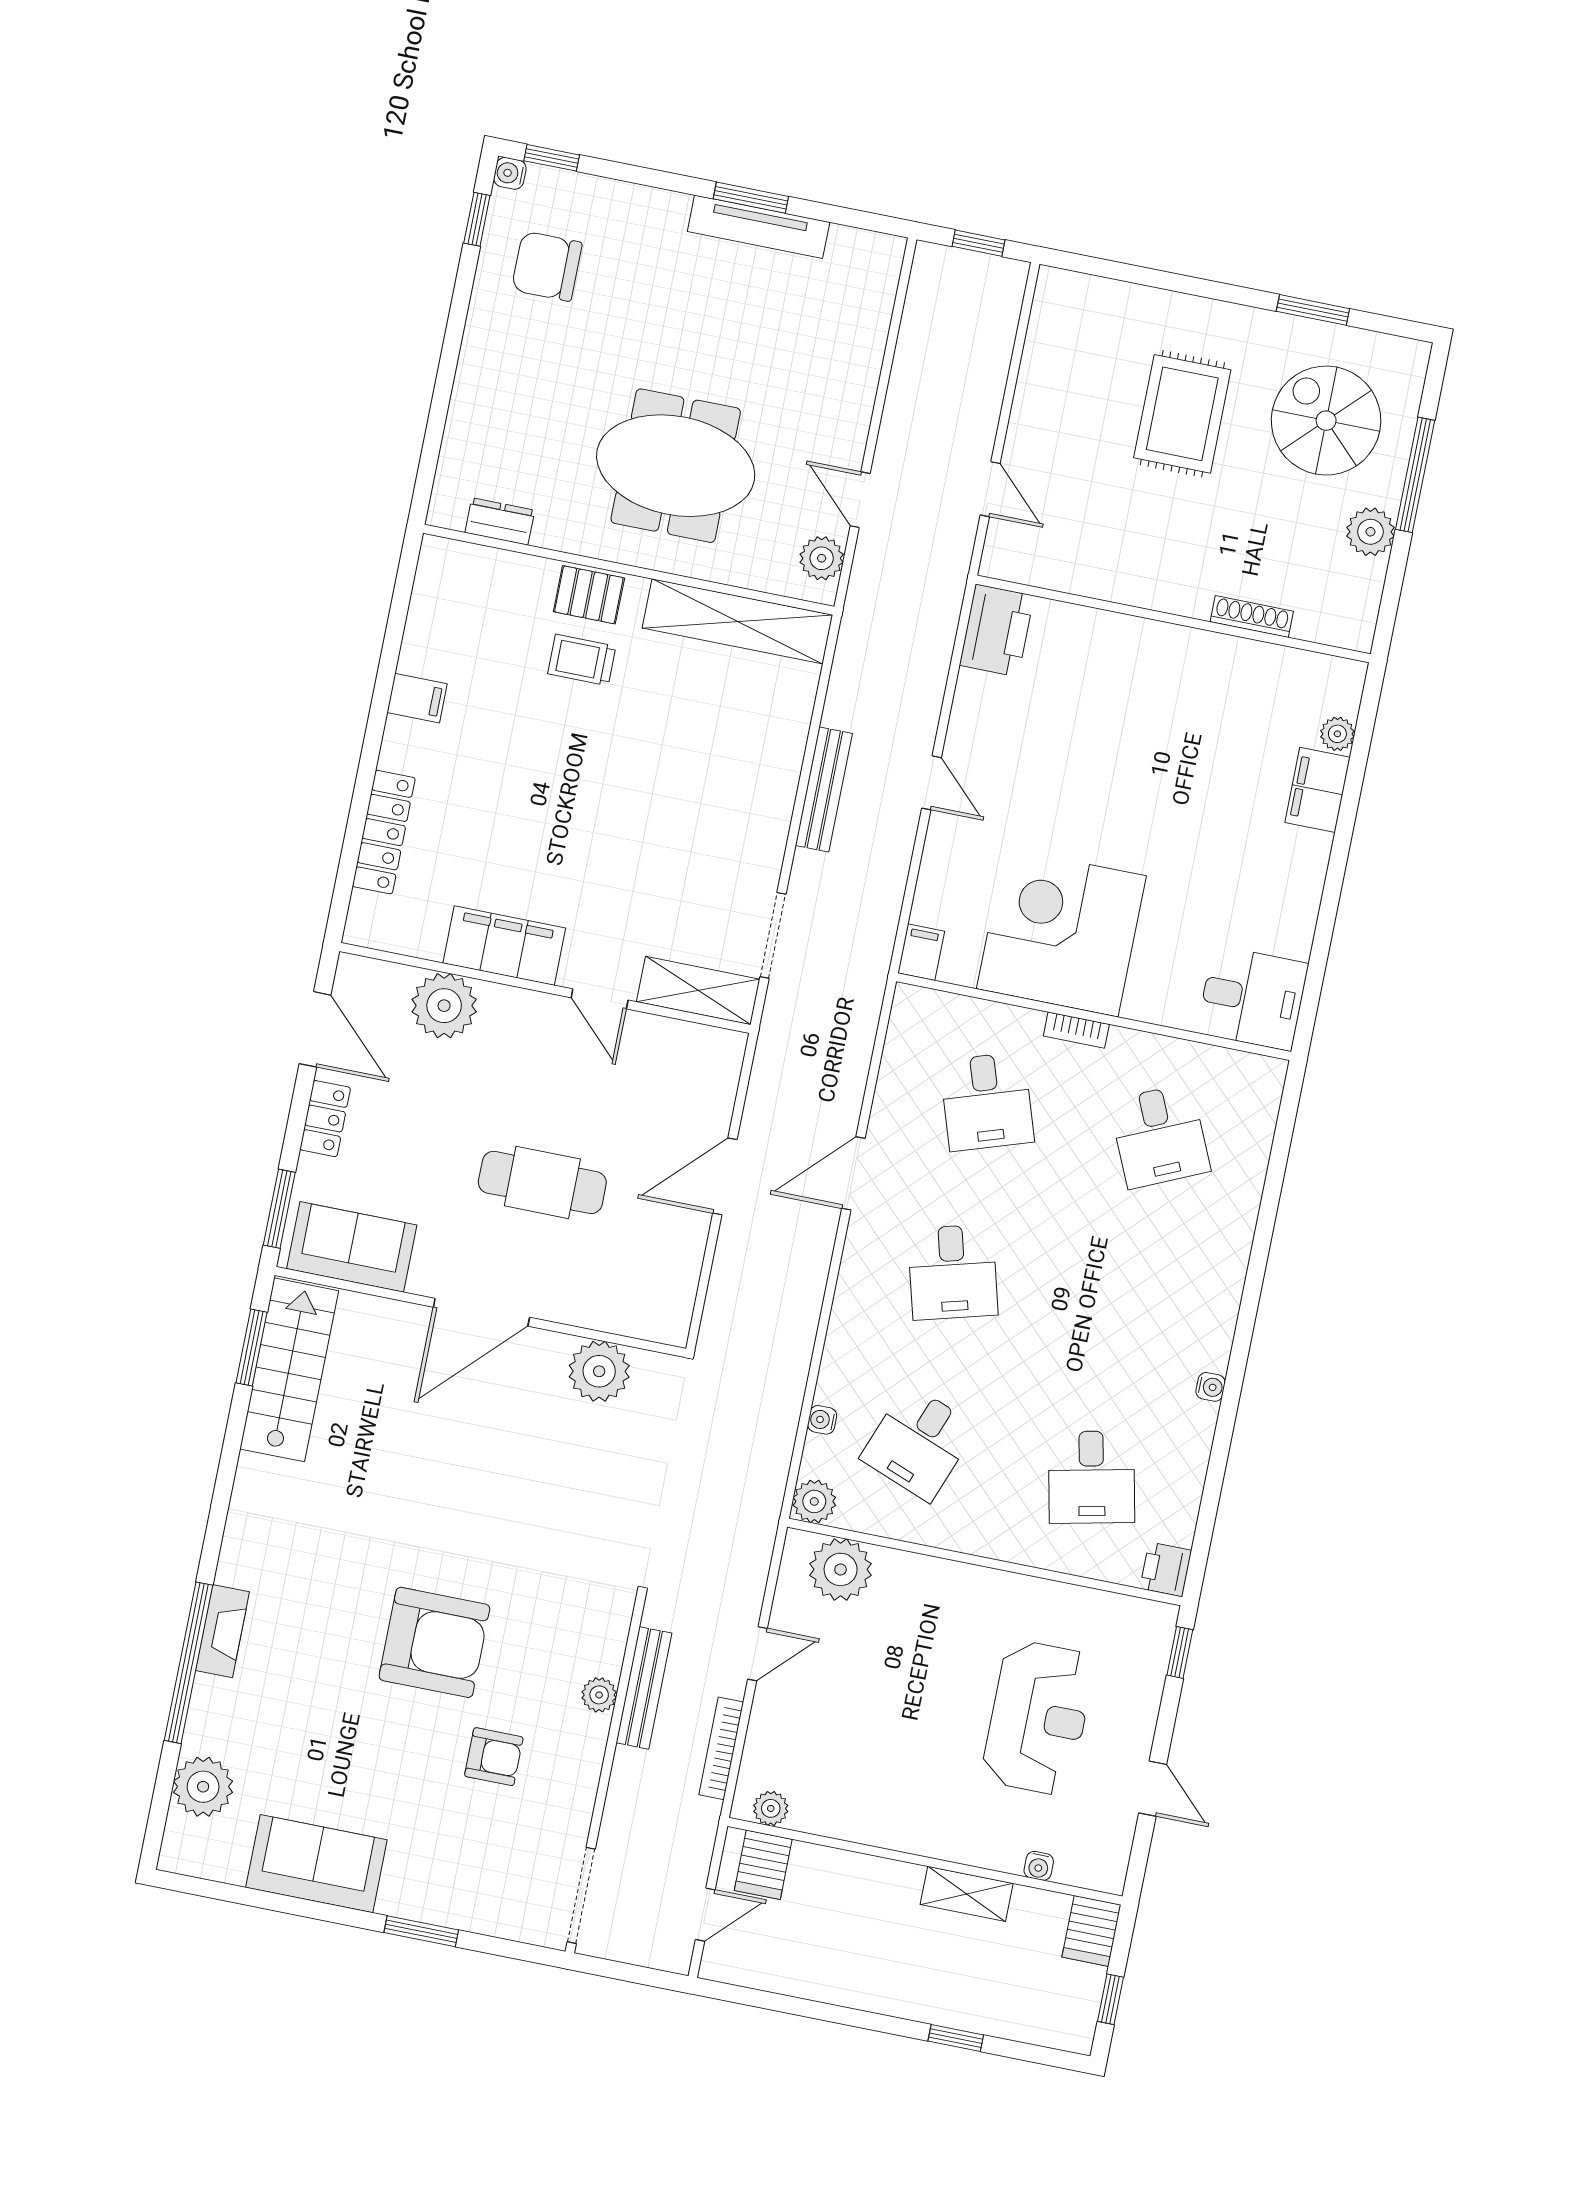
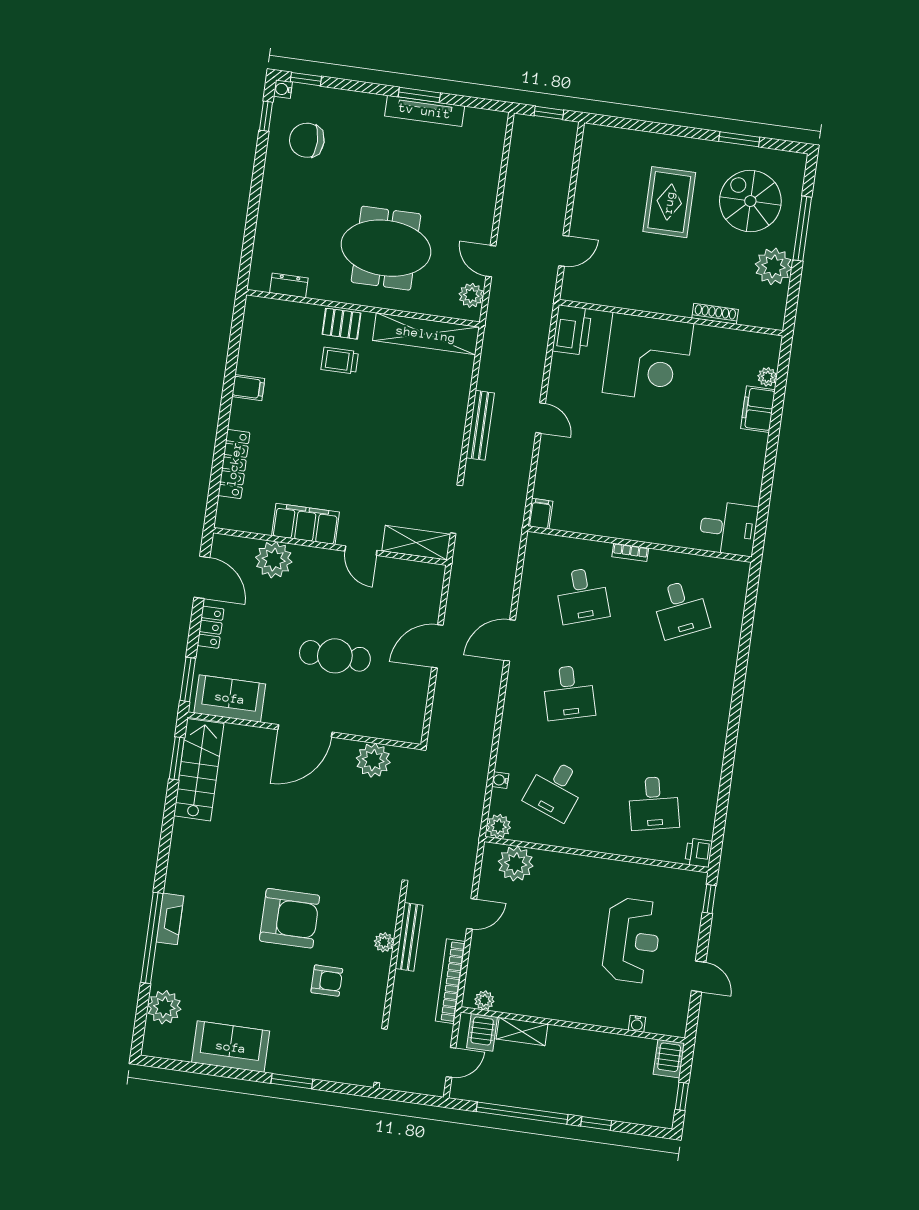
door: (990, 489) -> (564, 251), hinge flipped
plant: (1370, 532) -> (773, 266), width x1.36, depth x1.36
corner desk: (1061, 932) -> (648, 358), moved, turned 180
water cooler: (1211, 1387) -> (718, 749), removed
bookcase: (721, 1748) -> (450, 981), width x1.48, depth x1.31
shelving: (967, 1894) -> (522, 1031), moved
window: (826, 2012) -> (522, 1113), added

